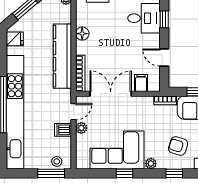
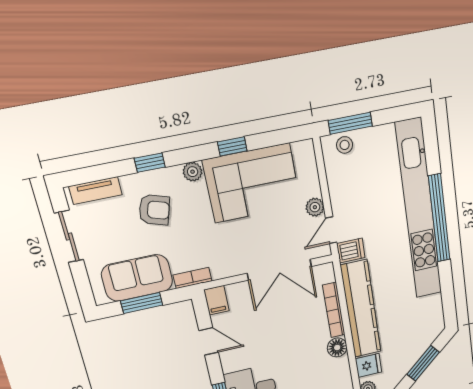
fridge: (15, 39) -> (369, 365), moved, turned 180
bookcase: (80, 73) -> (334, 310), moved
filing cabinet: (141, 83) -> (216, 300), moved
dishwasher: (63, 130) -> (351, 251), moved

